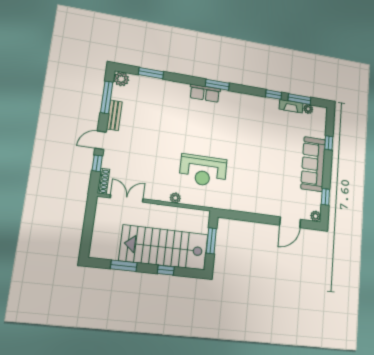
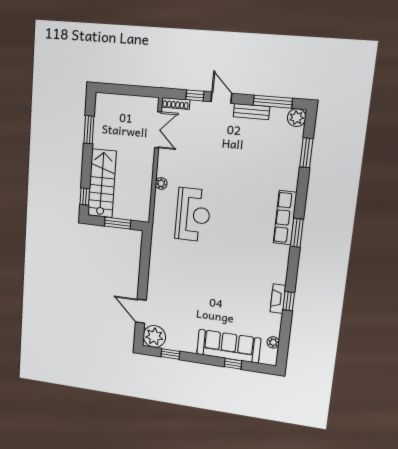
row of seats: (205, 93) -> (285, 218), width x1.48
window: (299, 99) -> (285, 333), removed
fireplace: (291, 106) -> (278, 299), moved
sofa: (313, 164) -> (229, 346), moved
reception desk: (203, 171) -> (193, 215), turned 180
plant: (316, 216) -> (154, 336), width x1.87, depth x1.87
stairs: (164, 247) -> (102, 183), width x0.73, depth x0.66
window: (166, 270) -> (85, 197), moved

